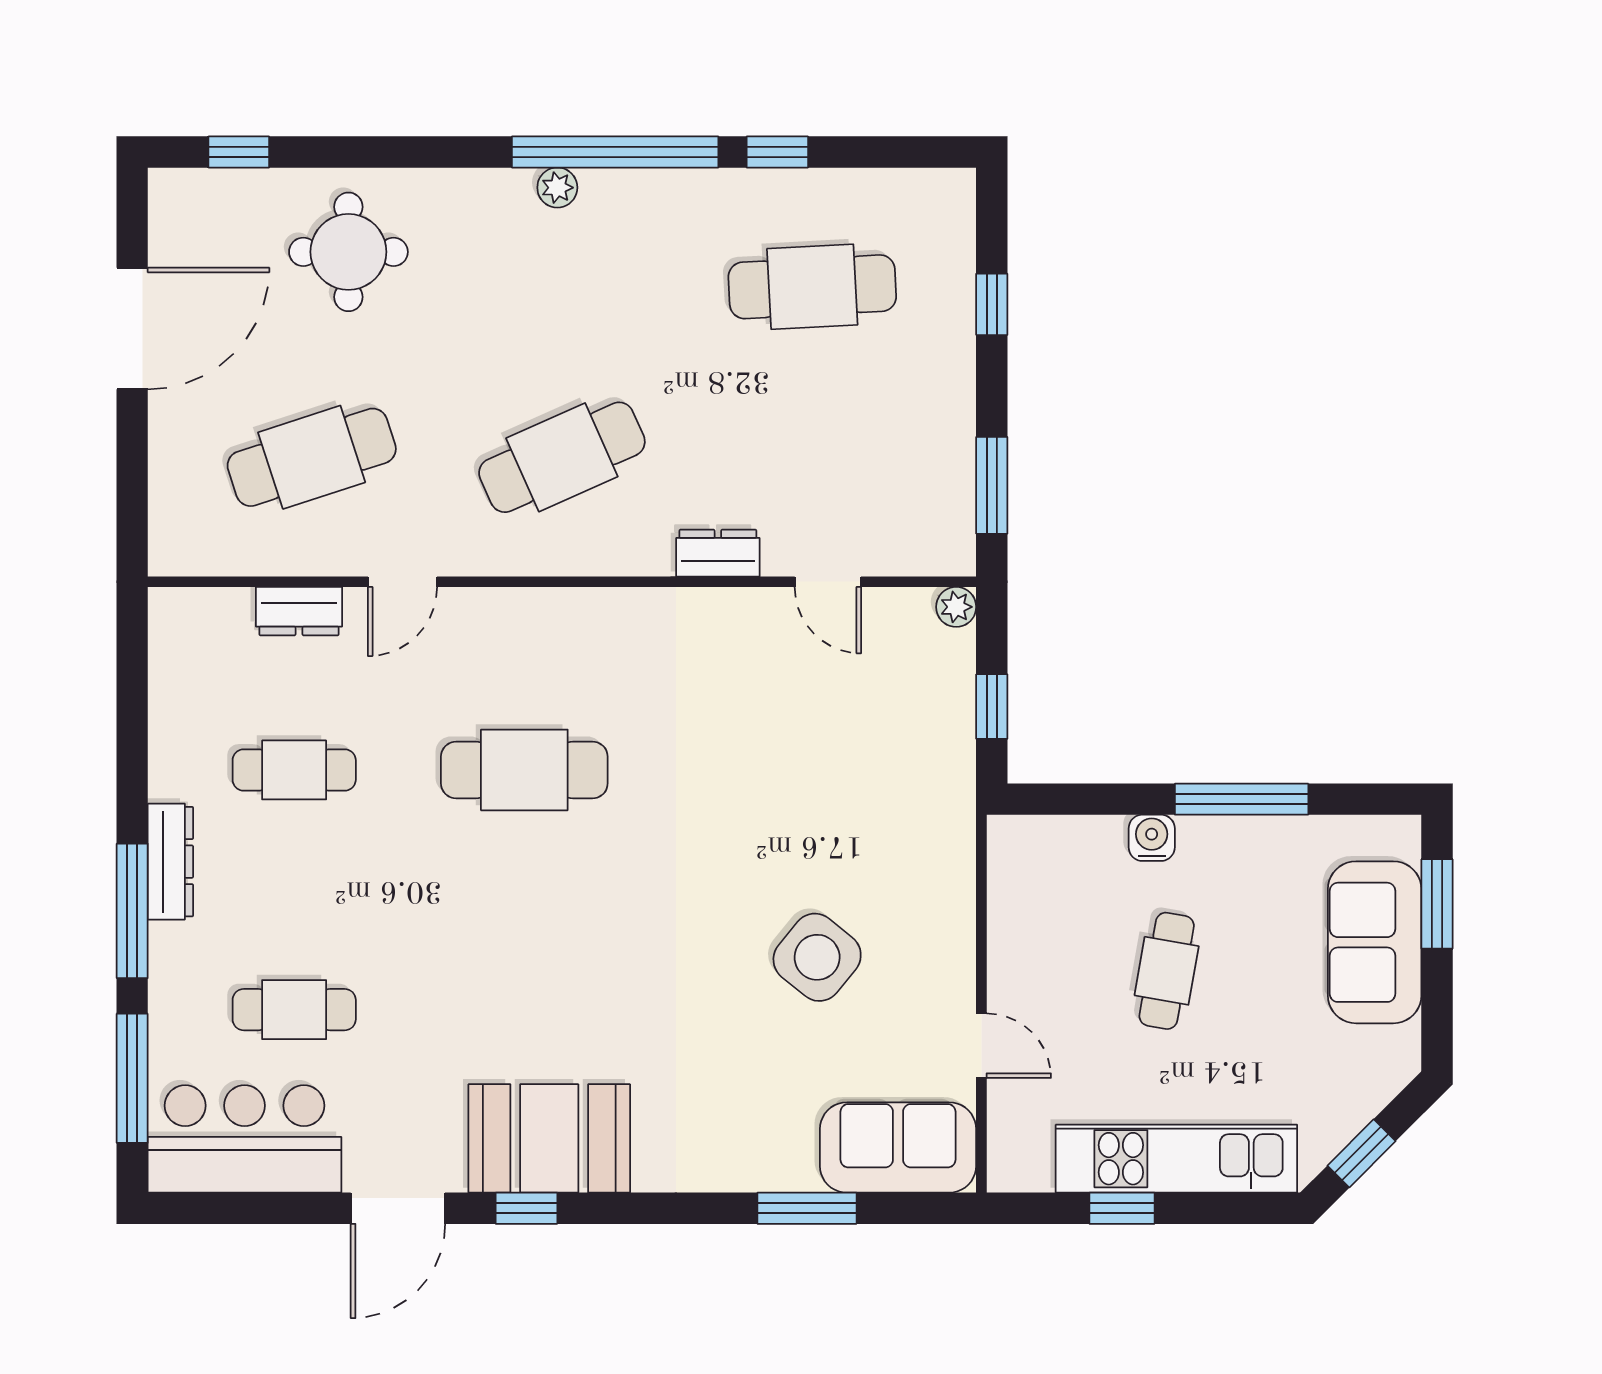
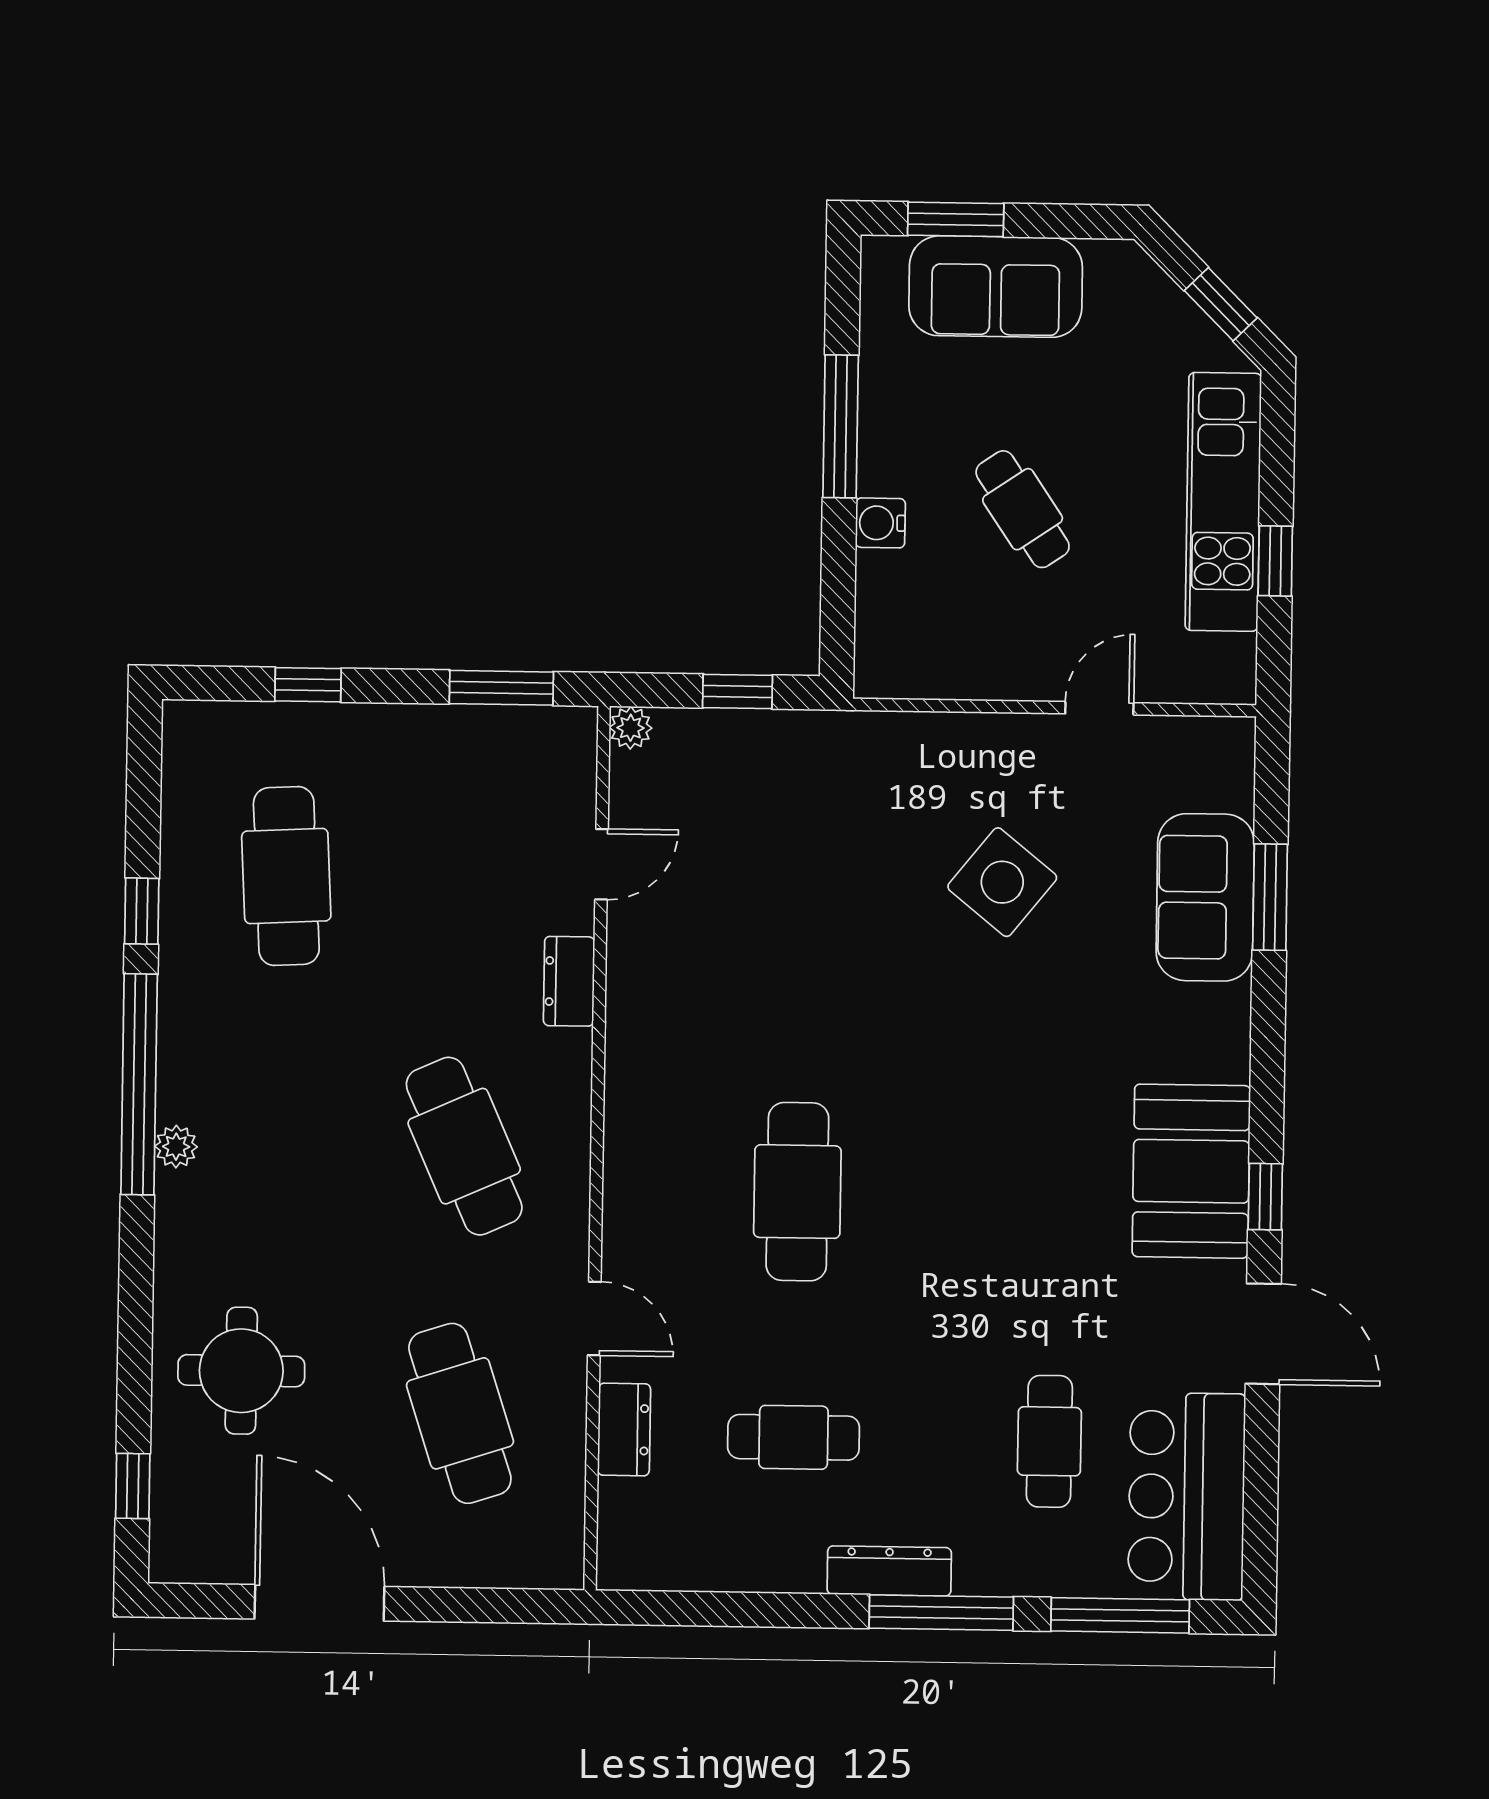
cafe table: (294, 770) -> (794, 1437), turned 90
cafe table: (1167, 971) -> (1023, 509), turned 46
sofa: (898, 1147) -> (1205, 897), moved

